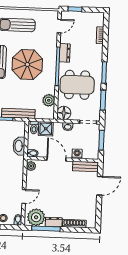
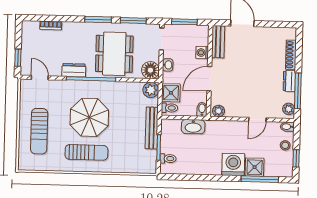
plant: (49, 100) -> (151, 90), moved
door: (24, 196) -> (257, 120), swing flipped
plant: (36, 217) -> (289, 109), width x0.53, depth x0.53

